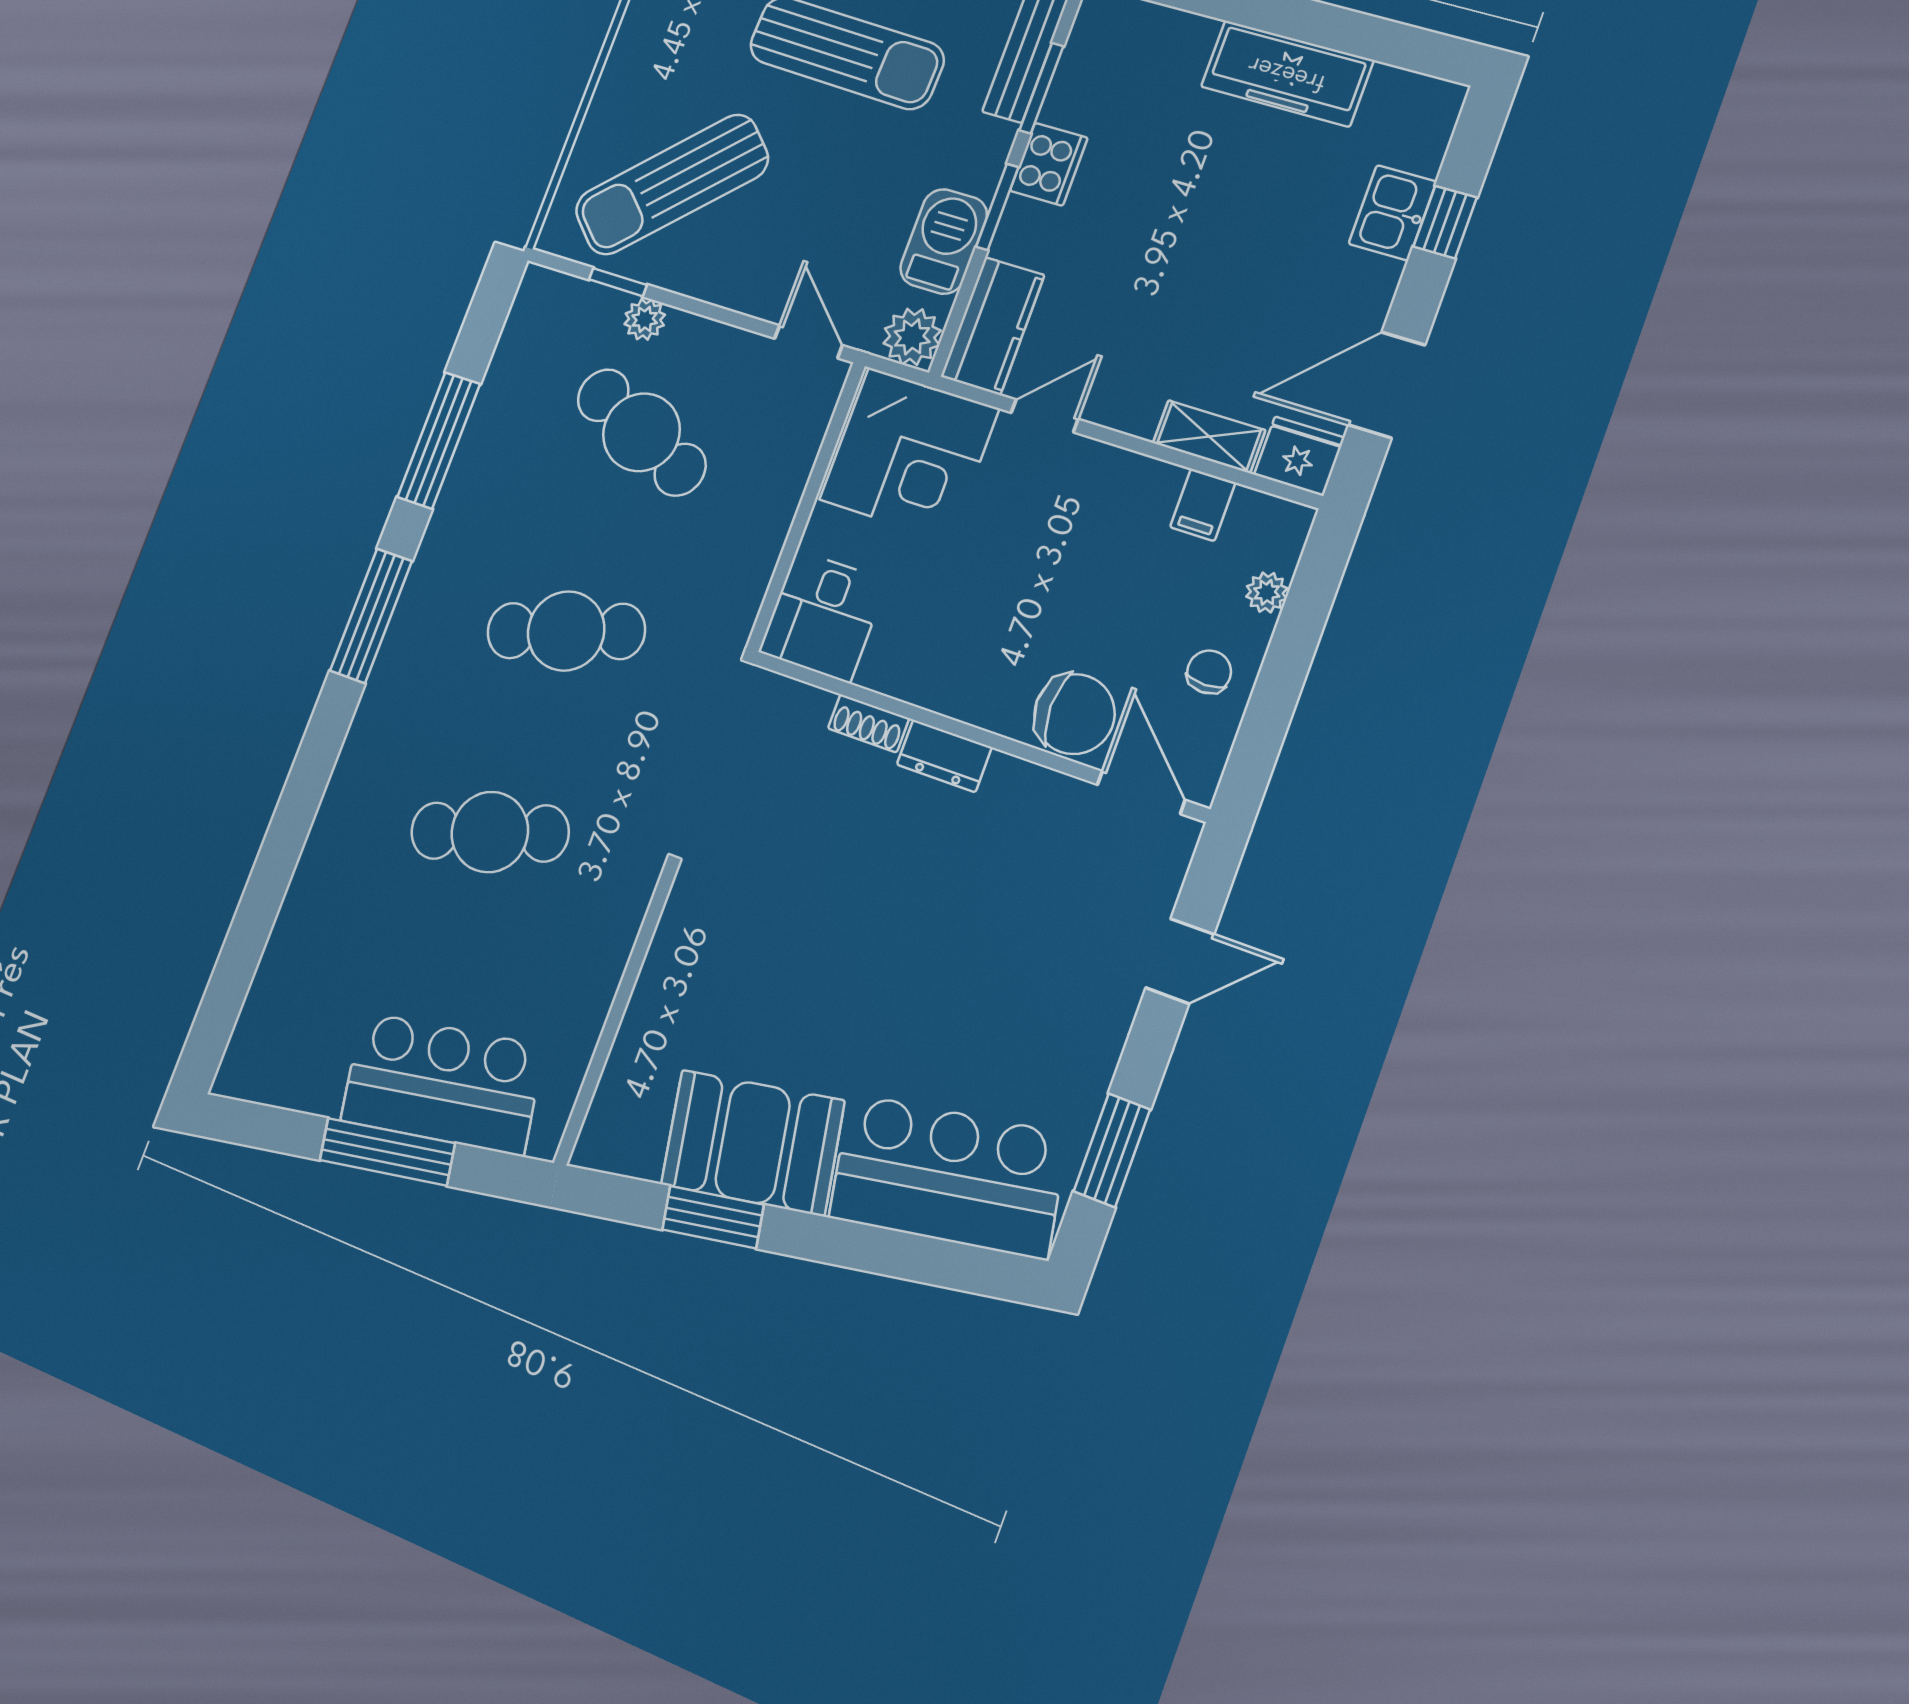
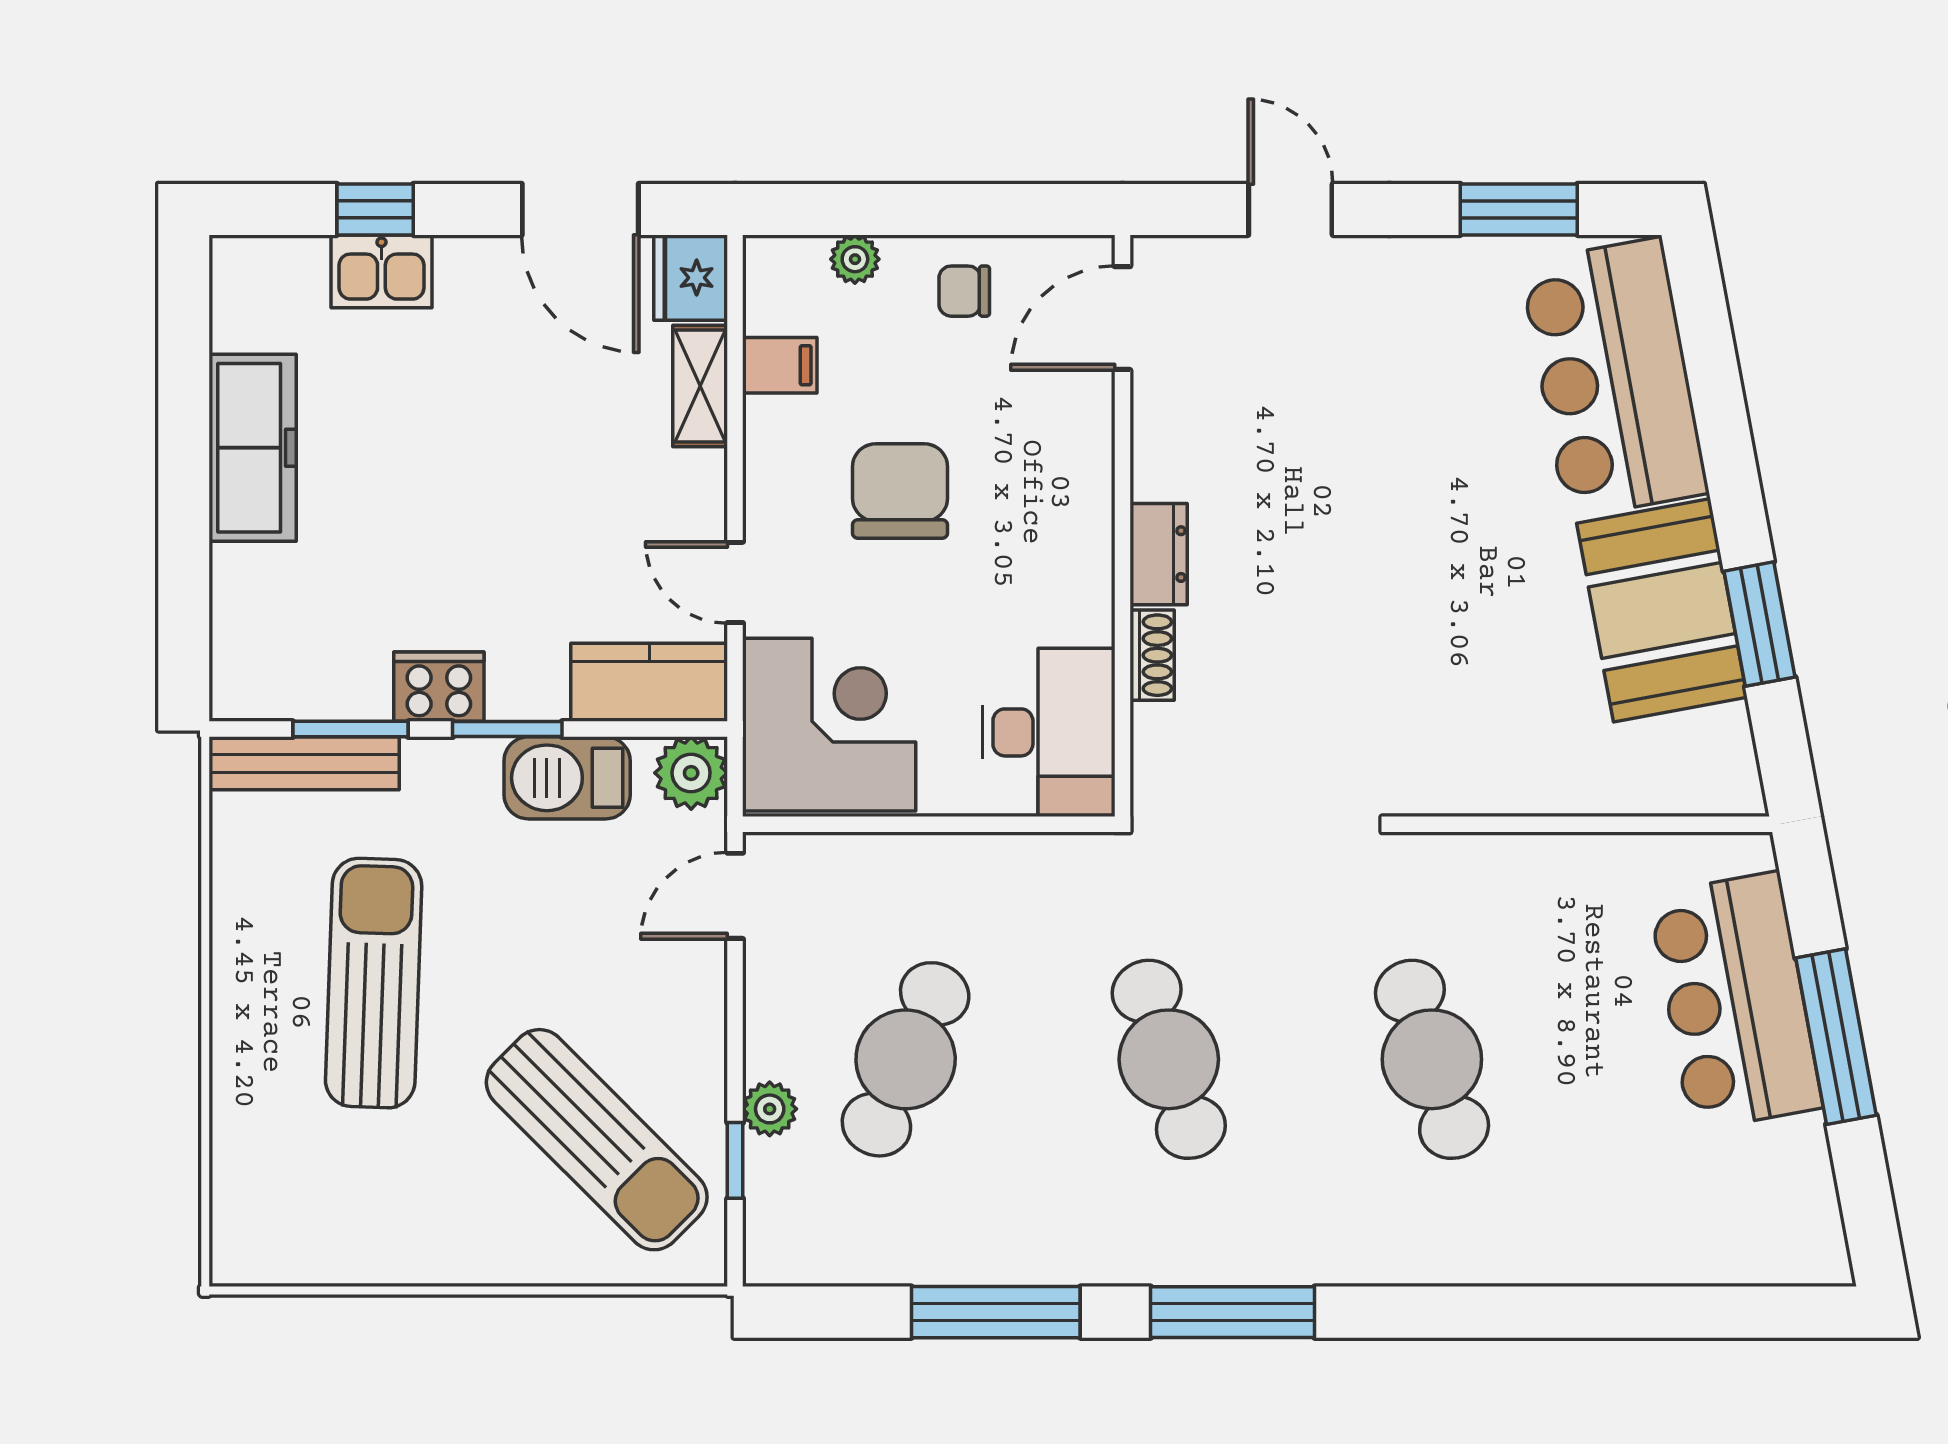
desk: (823, 616) -> (1049, 732), width x1.37
chair: (1074, 714) -> (900, 491), moved

